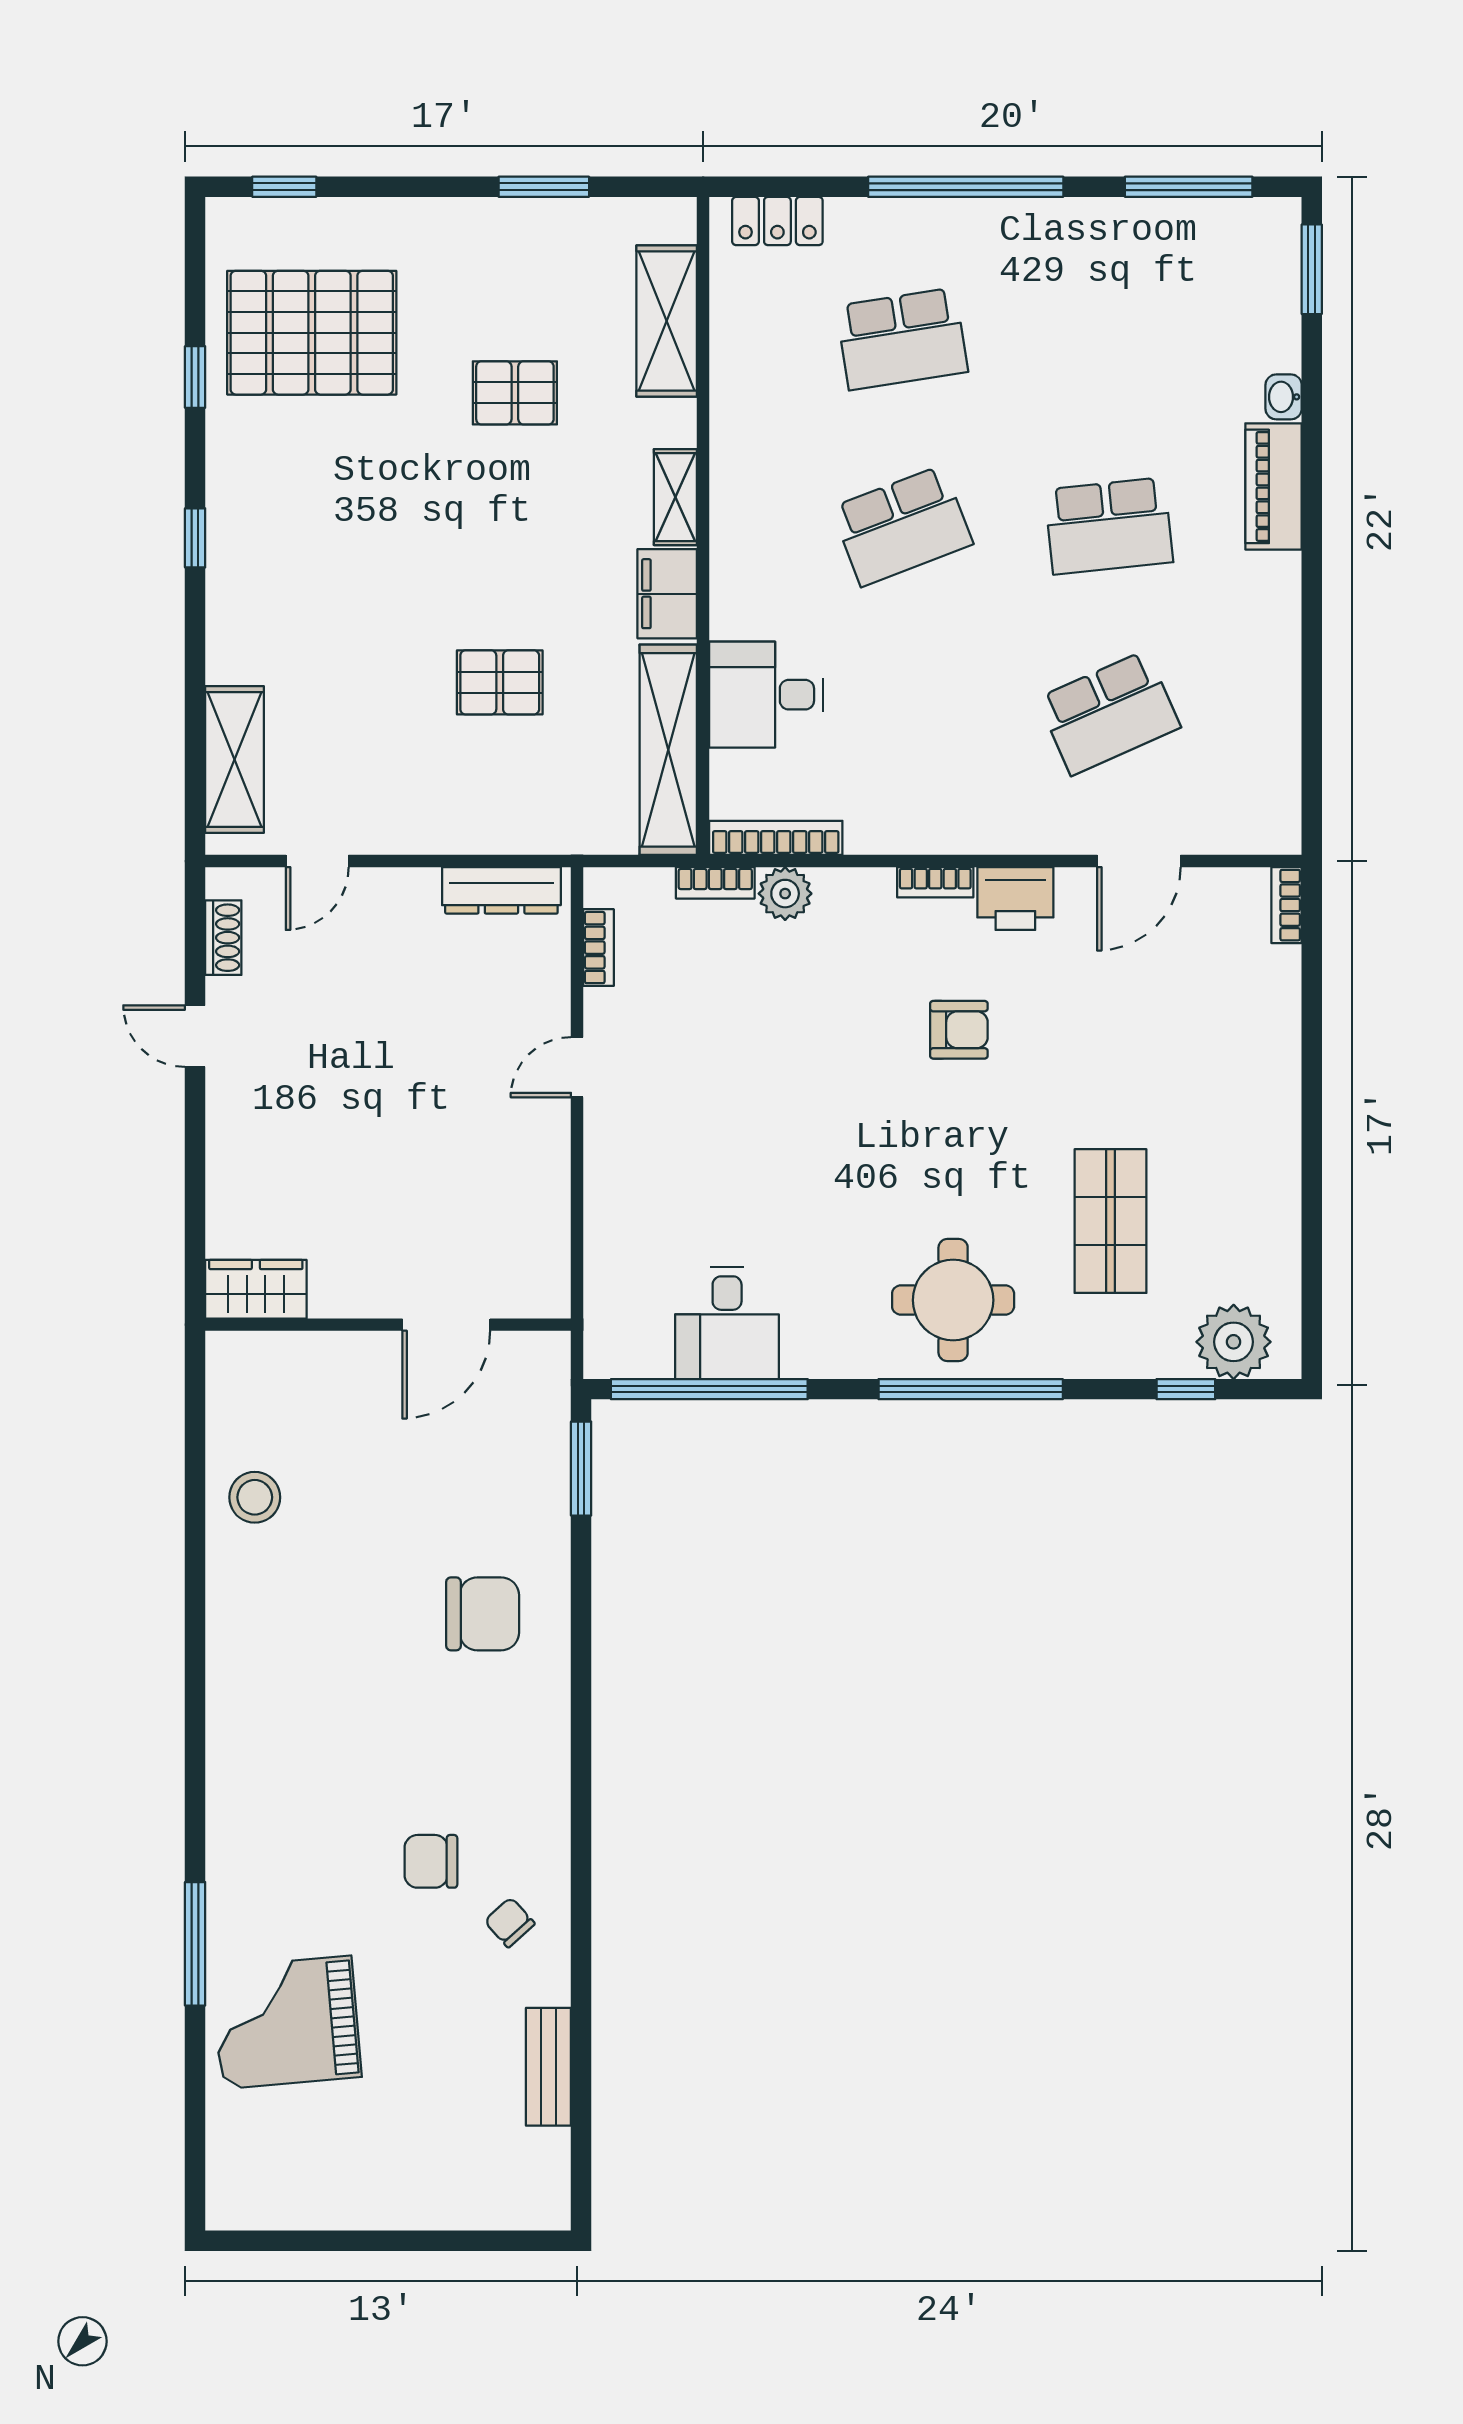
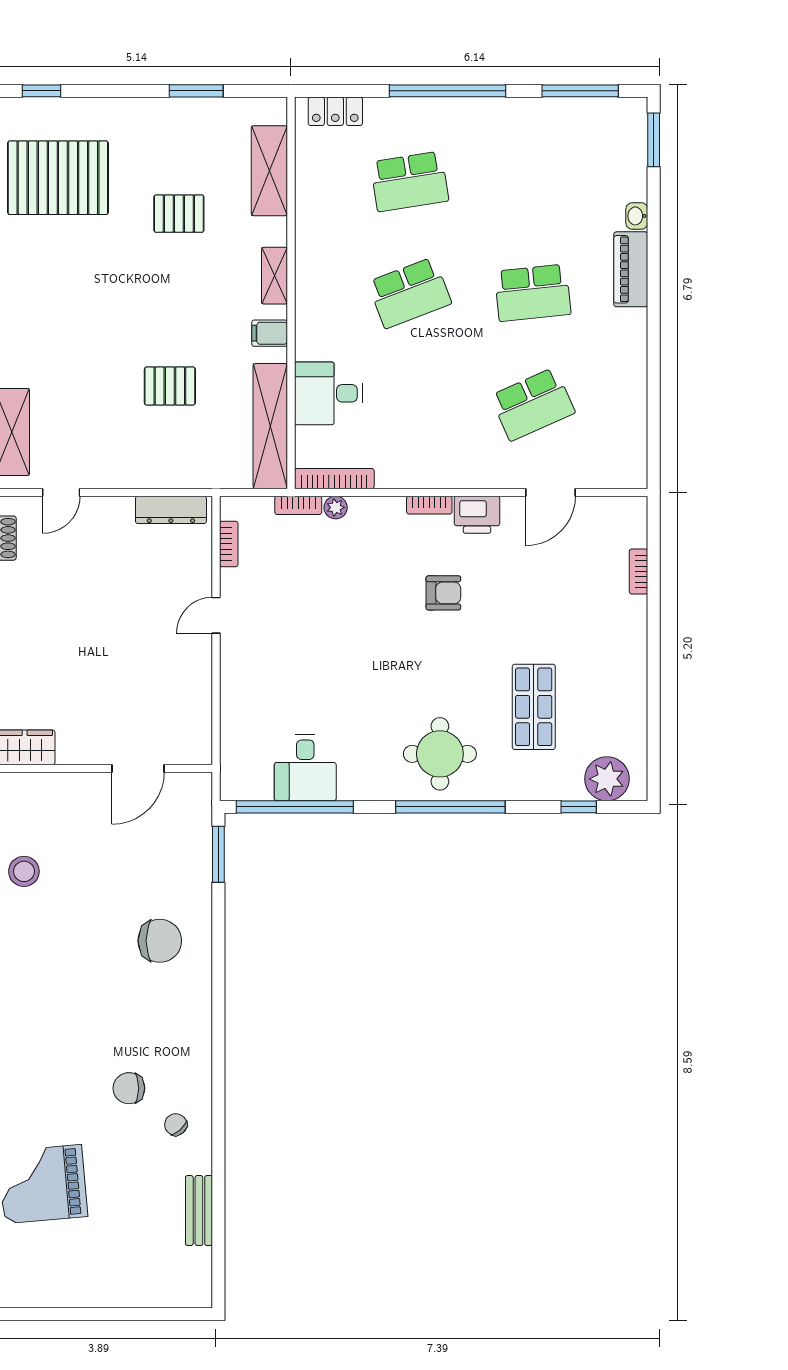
filing cabinet: (667, 594) -> (270, 333), width x0.50
plant: (785, 894) -> (336, 507), width x0.73, depth x0.73
bookcase: (1287, 905) -> (639, 571), moved

